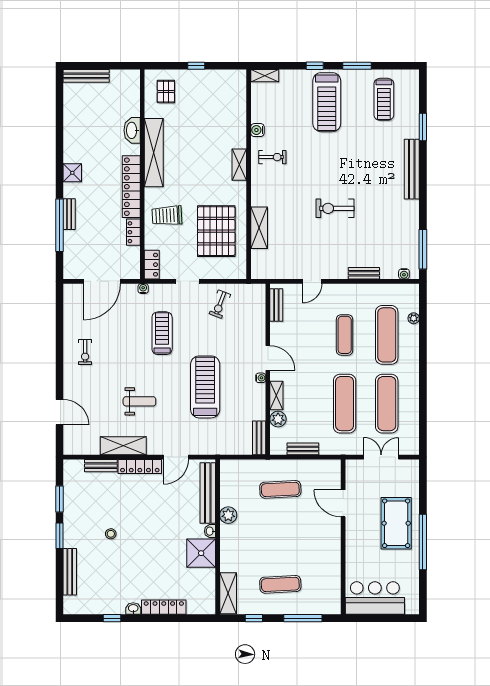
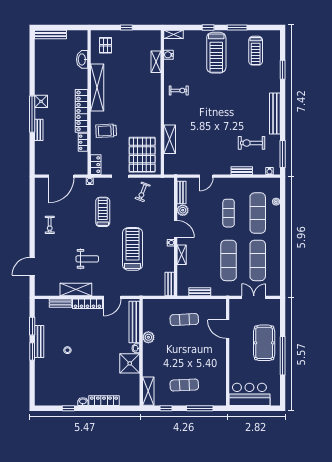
washbasin: (132, 130) -> (82, 59), moved
water cooler: (257, 130) -> (169, 55), moved
shelving: (239, 165) -> (156, 62), moved
bench: (412, 169) -> (275, 114), moved
exercise bike: (335, 208) -> (251, 143), moved
window: (60, 225) -> (32, 114), moved
pallet: (216, 231) -> (142, 155), moved
door: (60, 412) -> (32, 266), swing flipped
plant: (278, 419) -> (183, 210), moved
bench: (70, 572) -> (39, 342), moved

